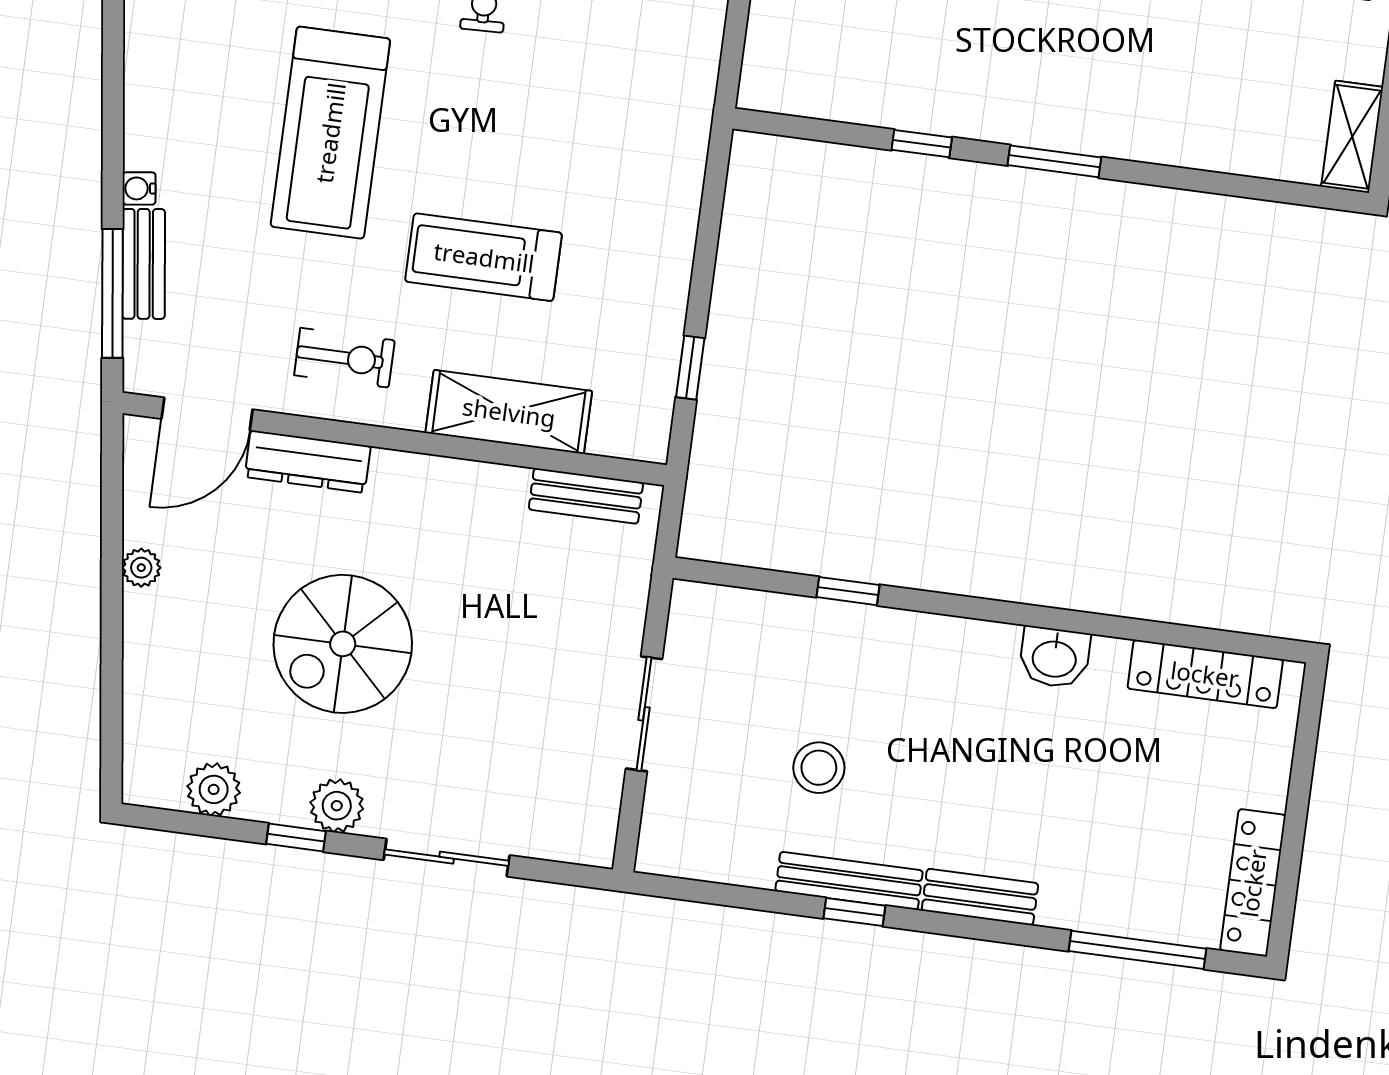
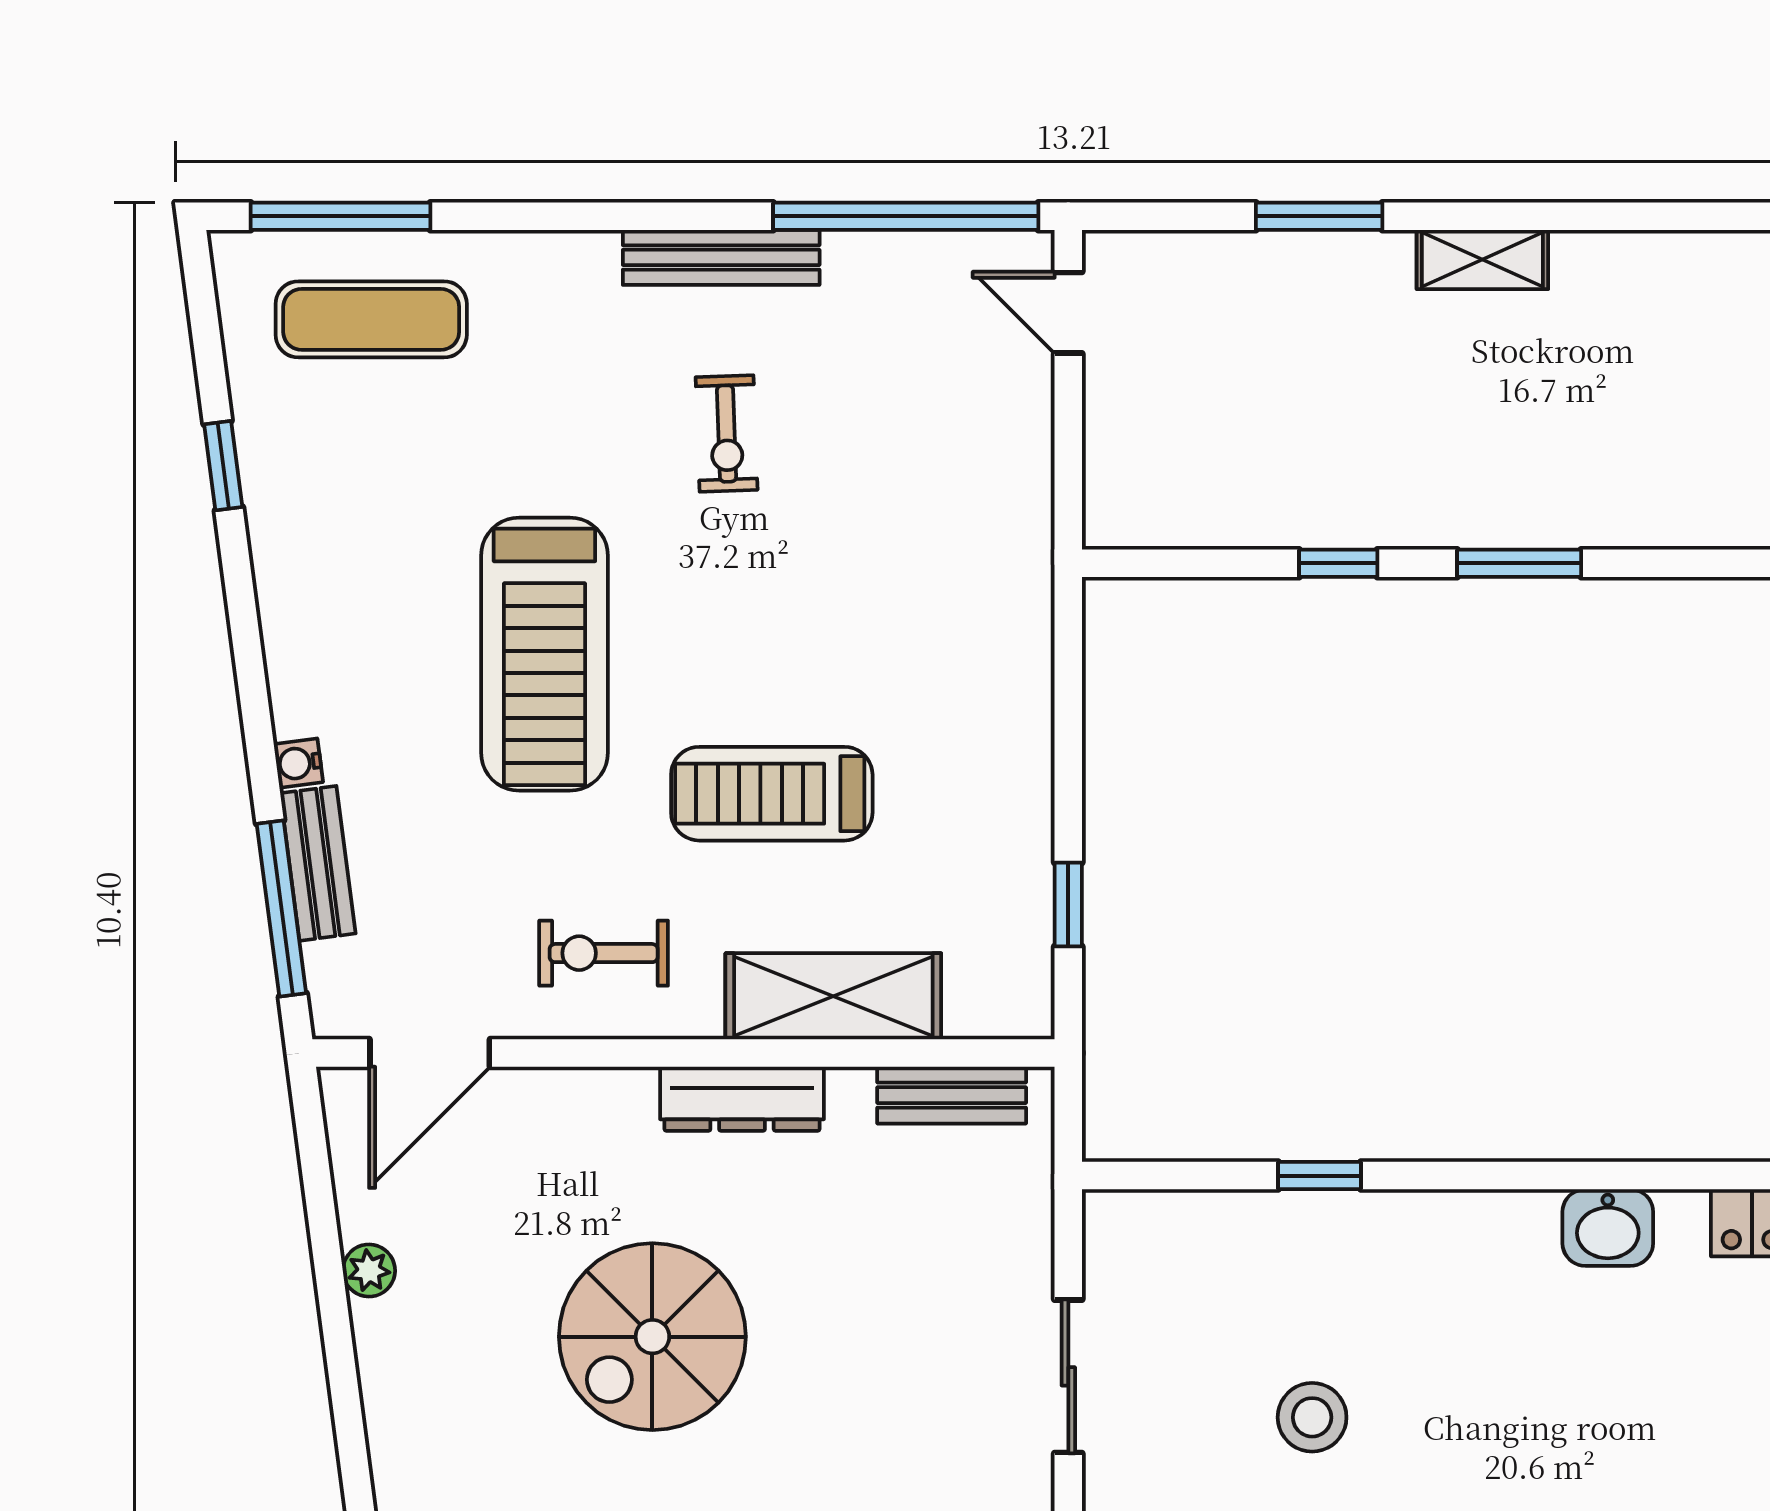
exercise bike: (344, 358) -> (604, 953), turned 180
dresser: (308, 462) -> (742, 1099), moved

